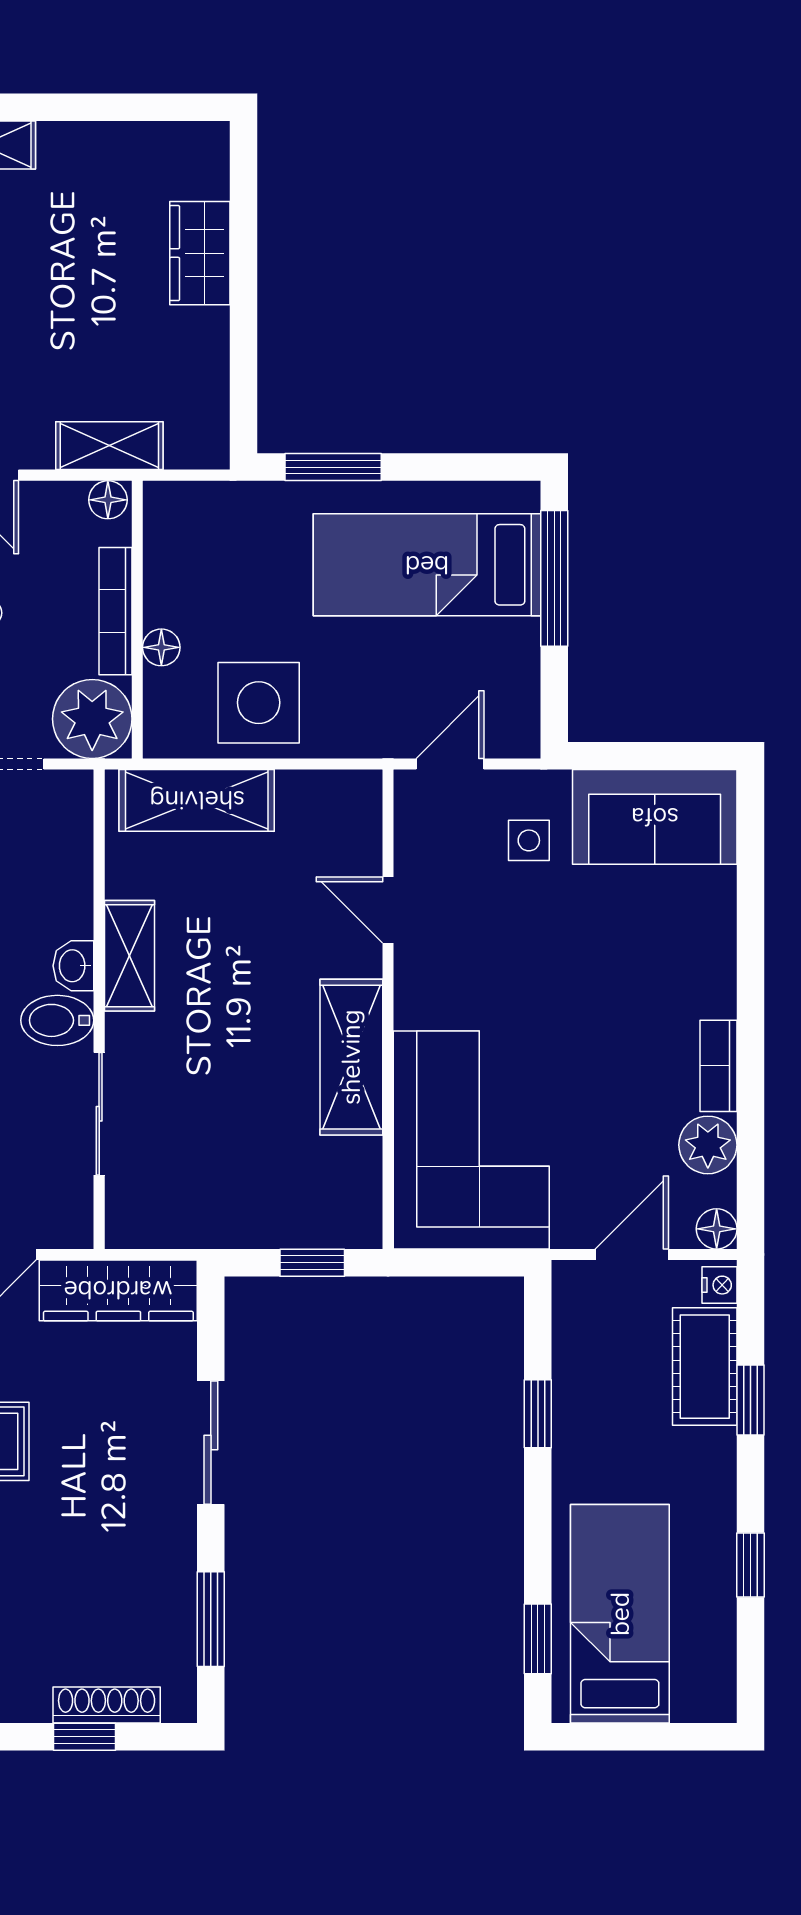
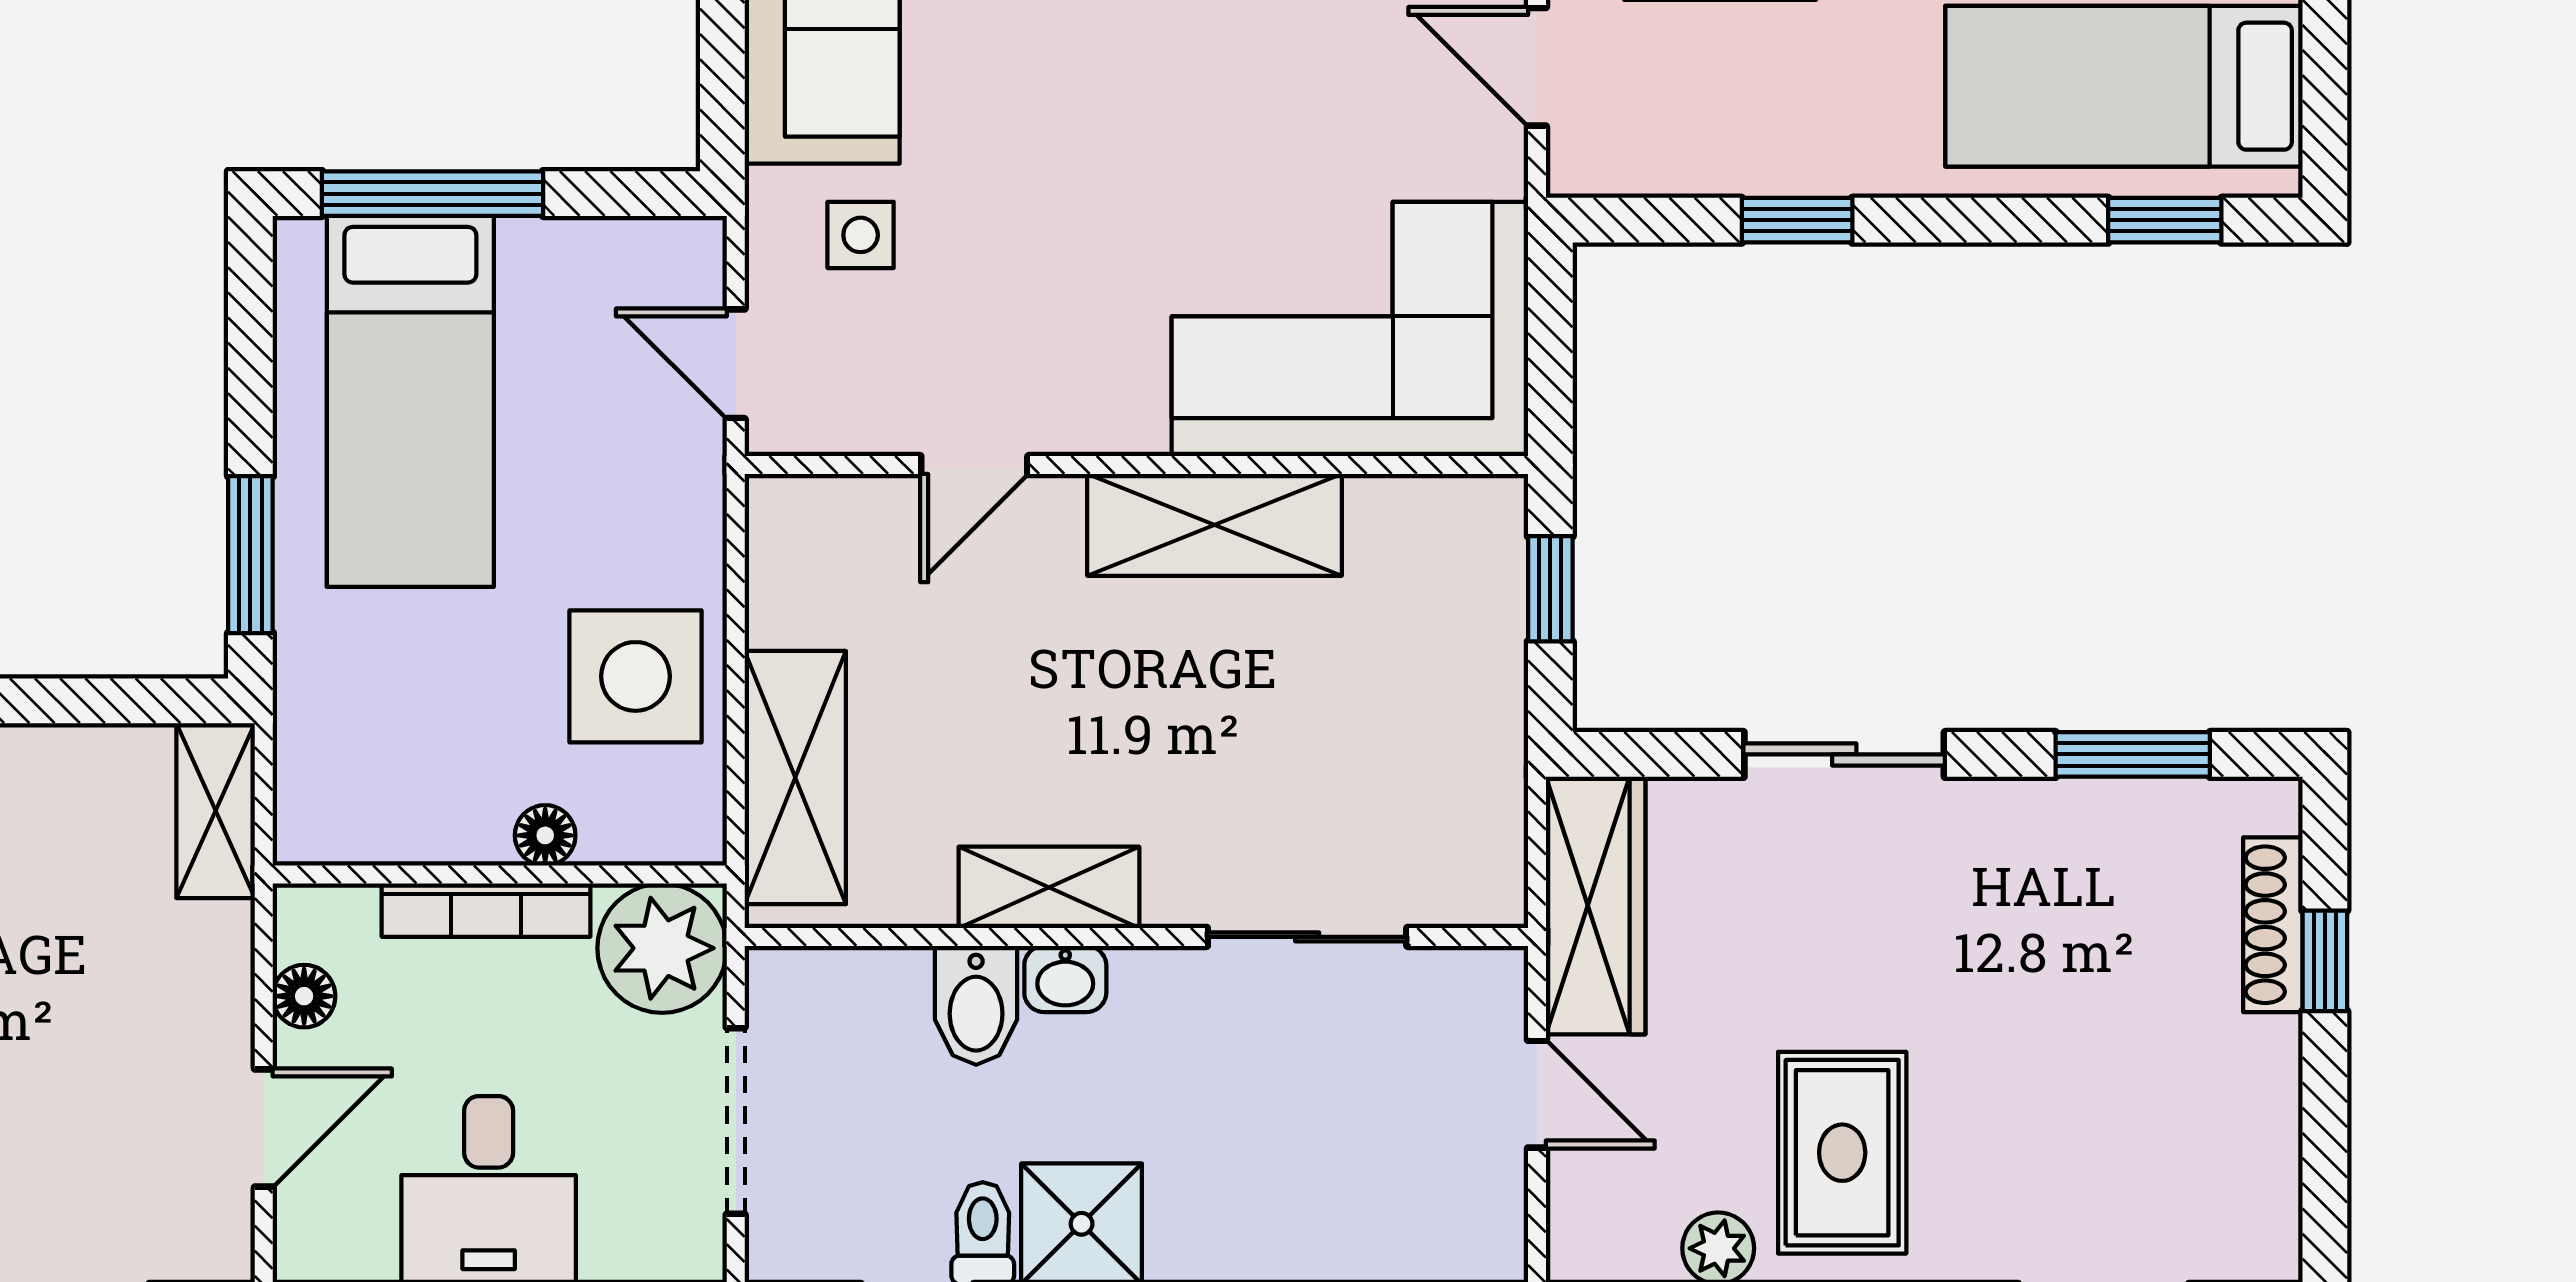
shelving: (109, 446) -> (216, 811), moved
floor lamp: (108, 500) -> (304, 996), moved
bidet: (57, 1020) -> (976, 1005), moved

